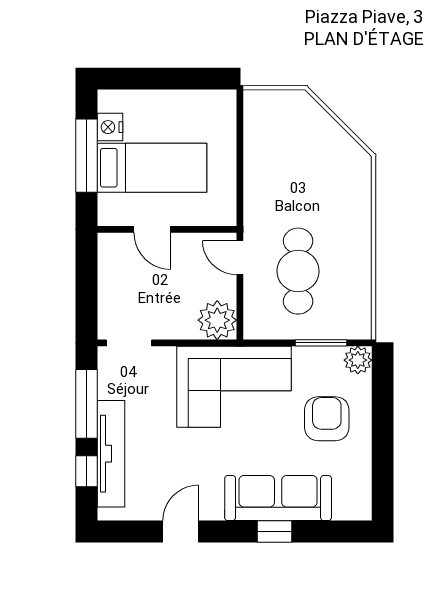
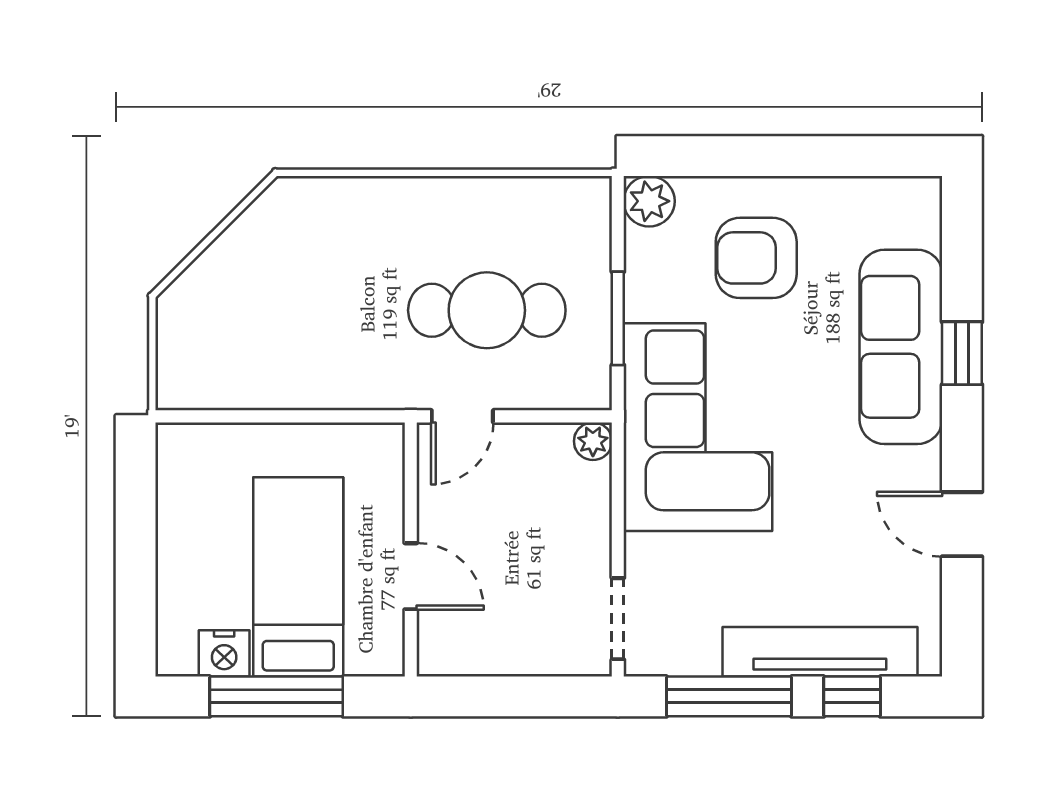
door: (152, 229) -> (411, 576), hinge flipped
plant: (217, 320) -> (593, 441), width x0.53, depth x0.53
window: (321, 343) -> (618, 318), moved

